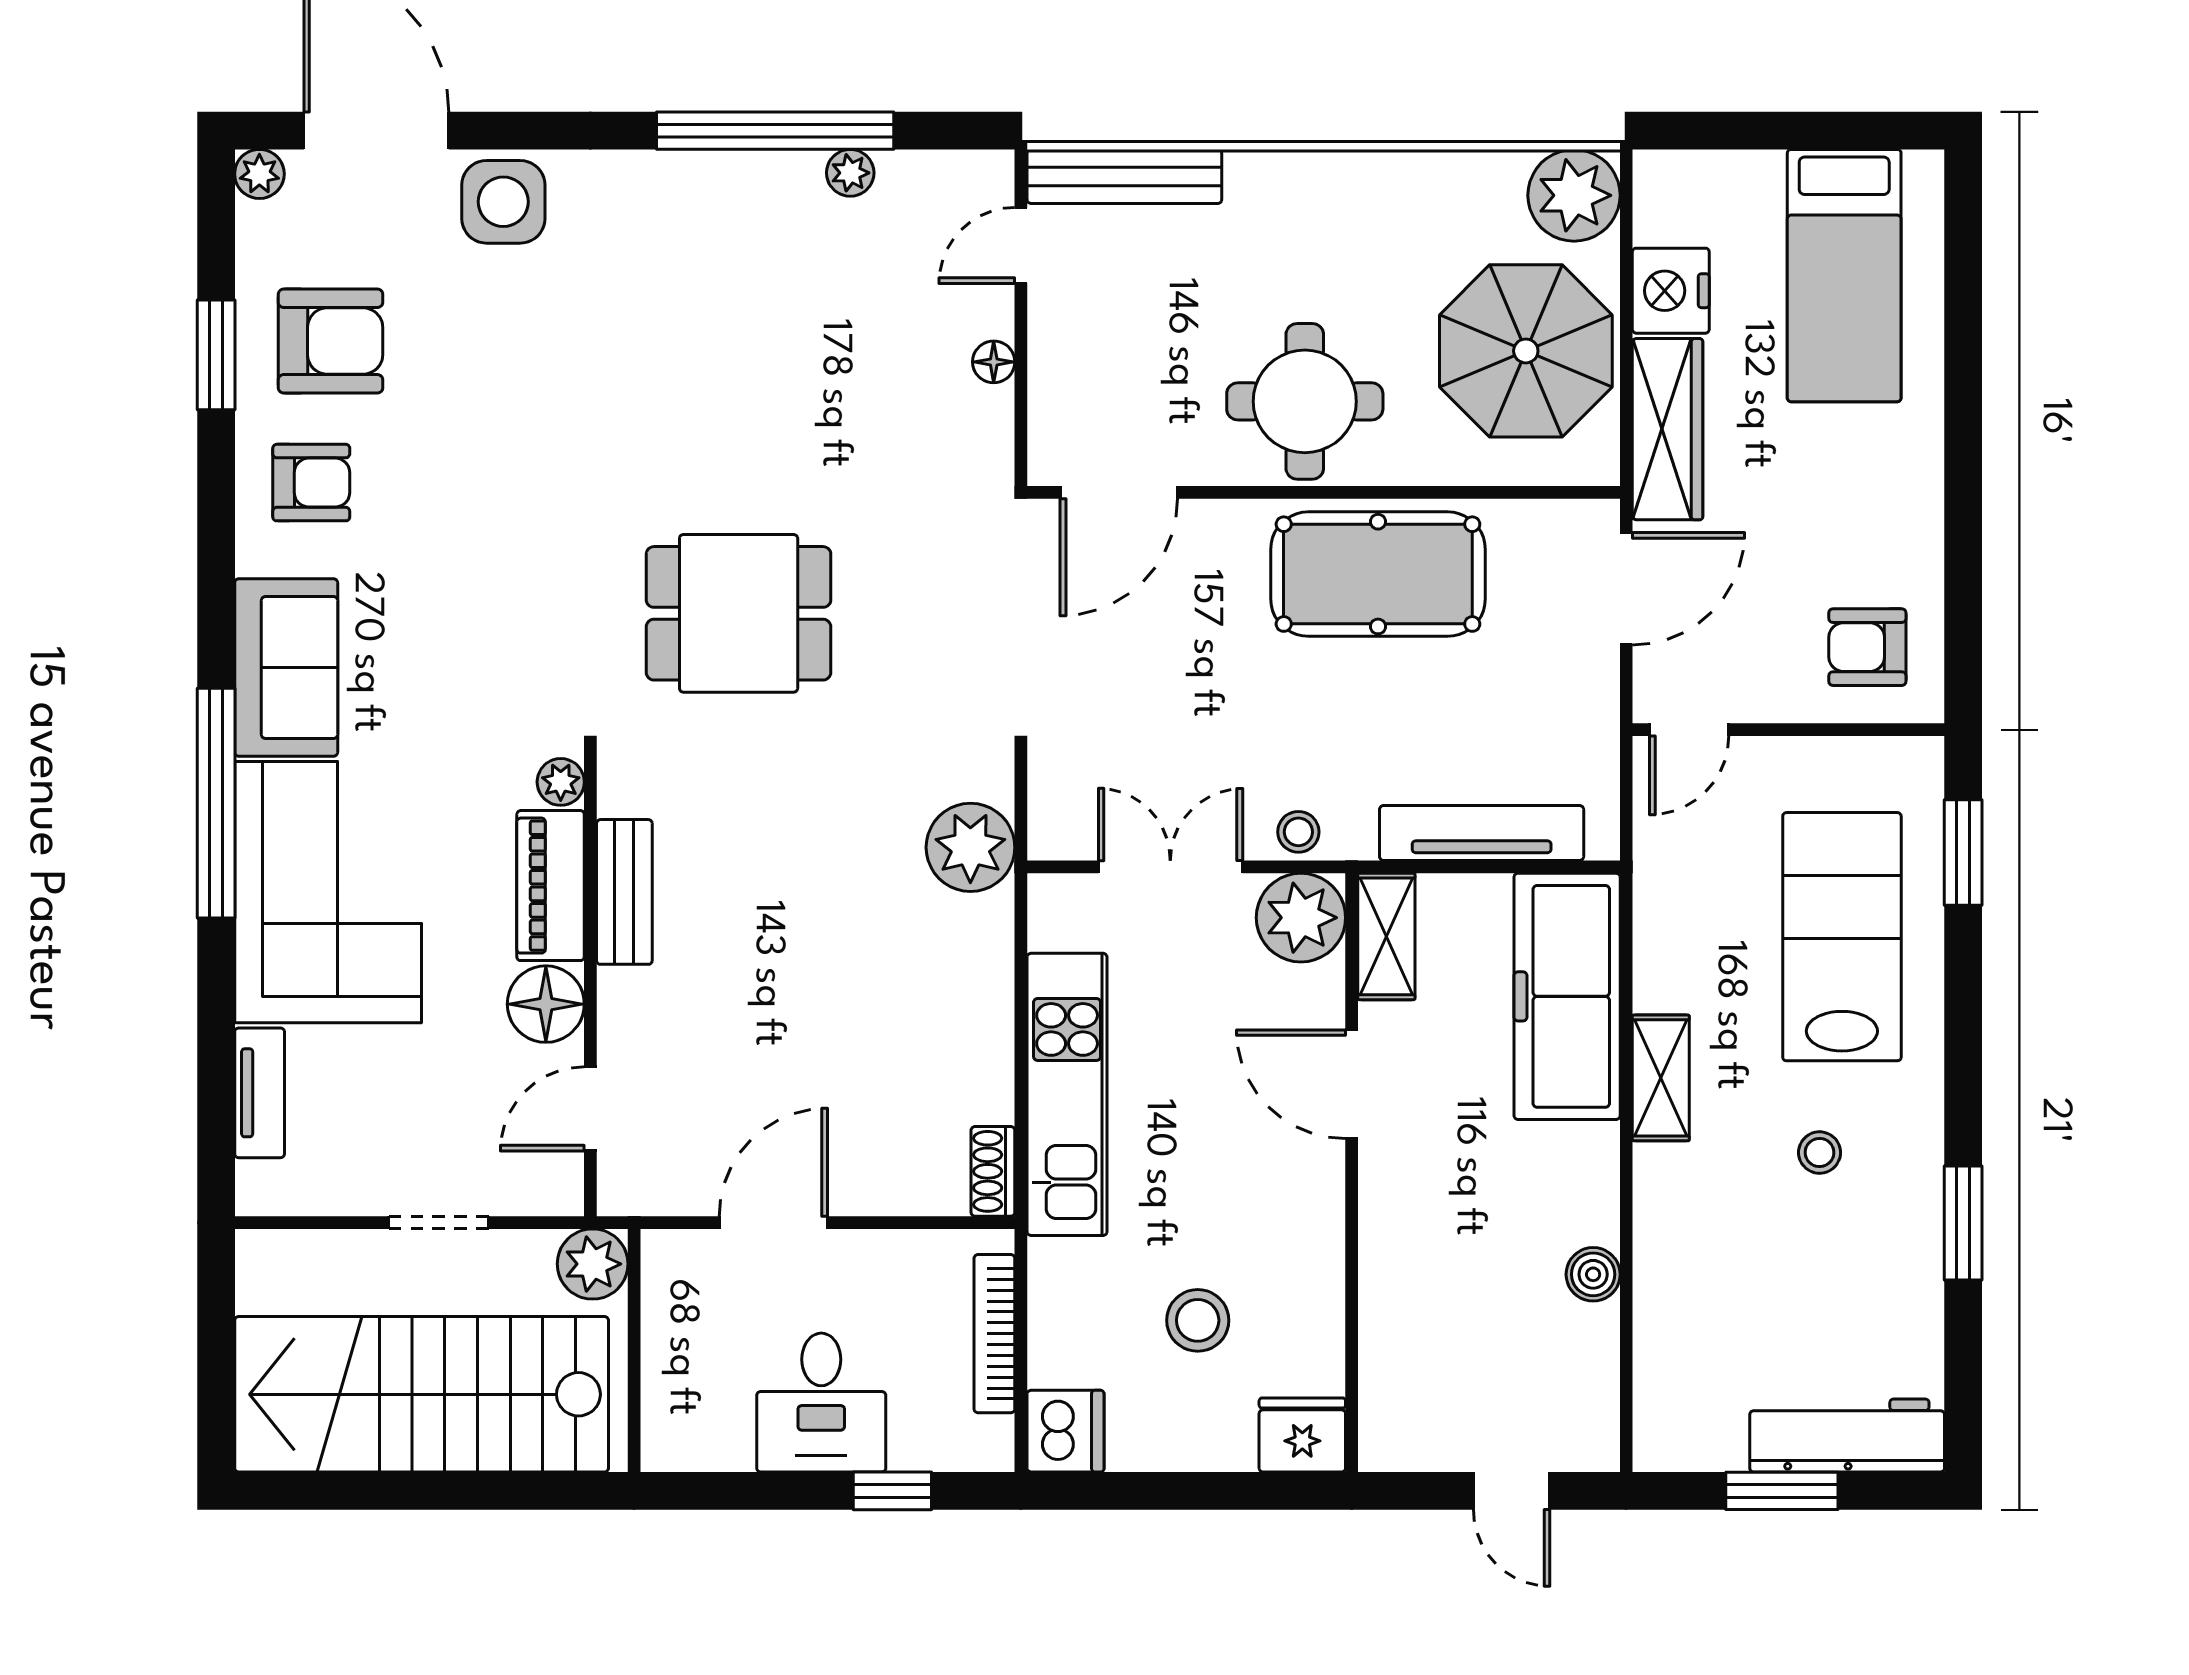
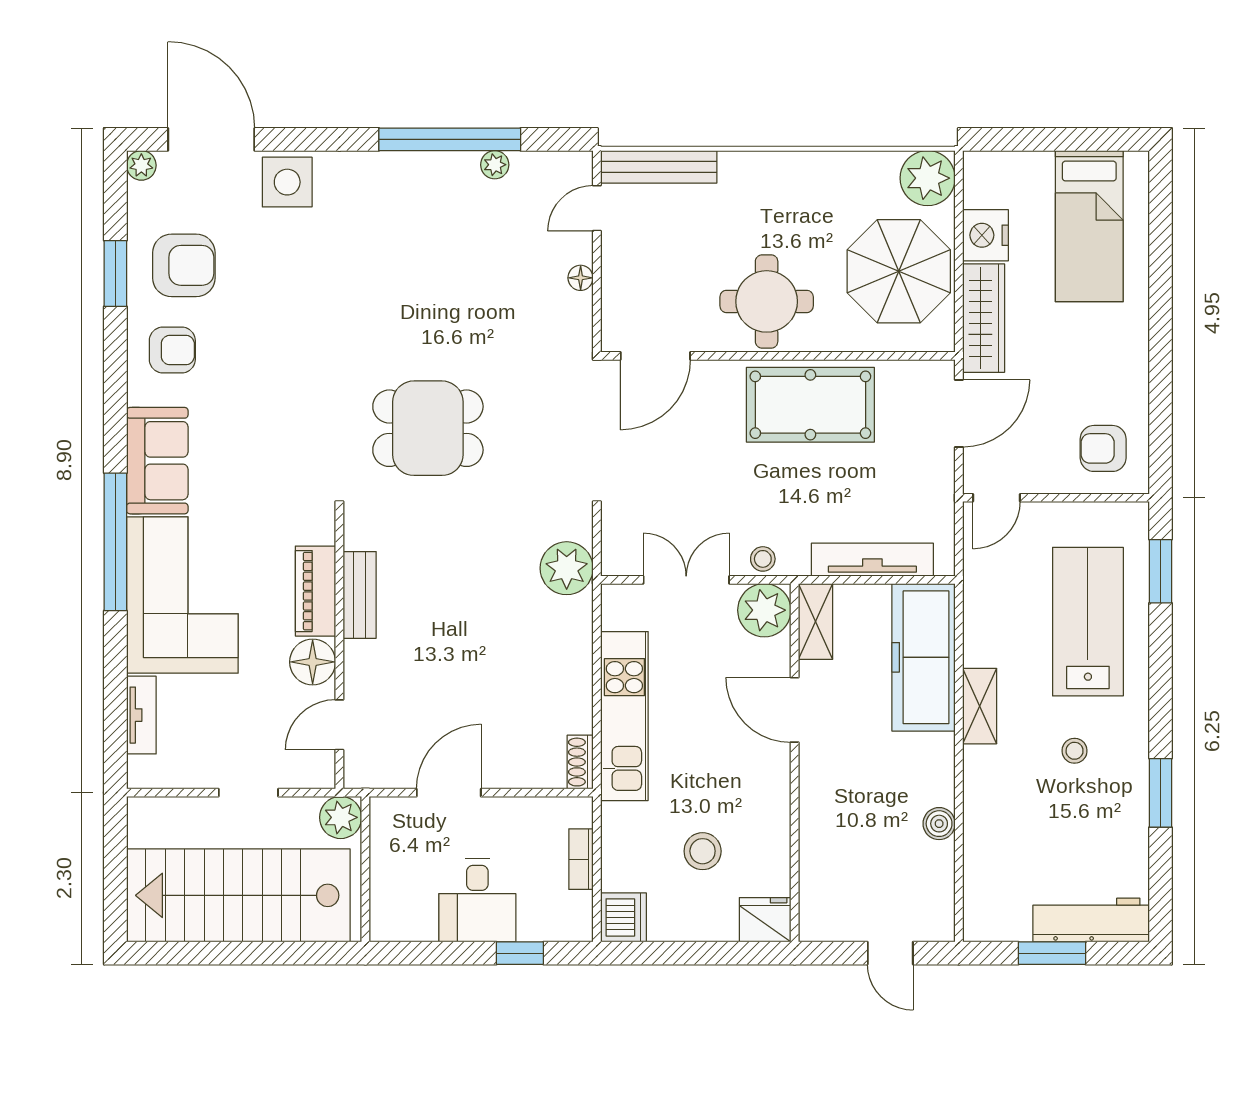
plant: (561, 782) -> (322, 529), removed
bookcase: (994, 1334) -> (581, 859), width x0.64

